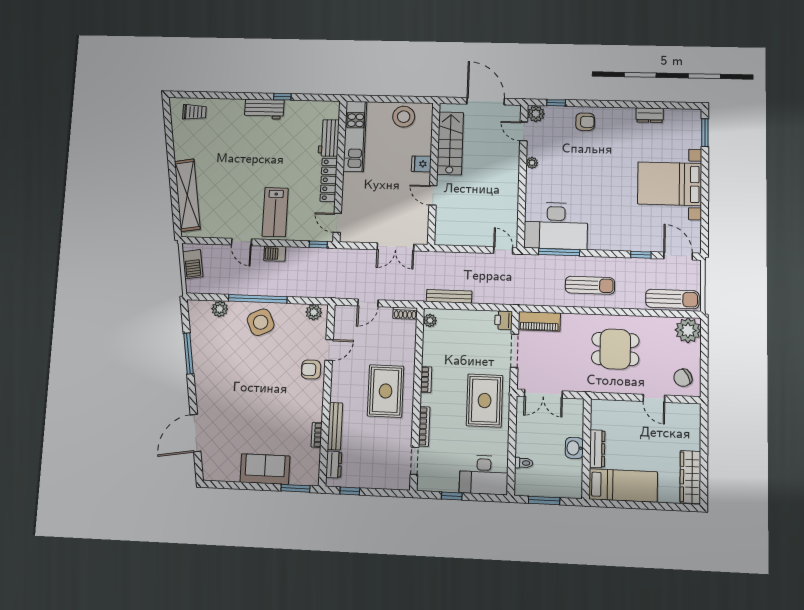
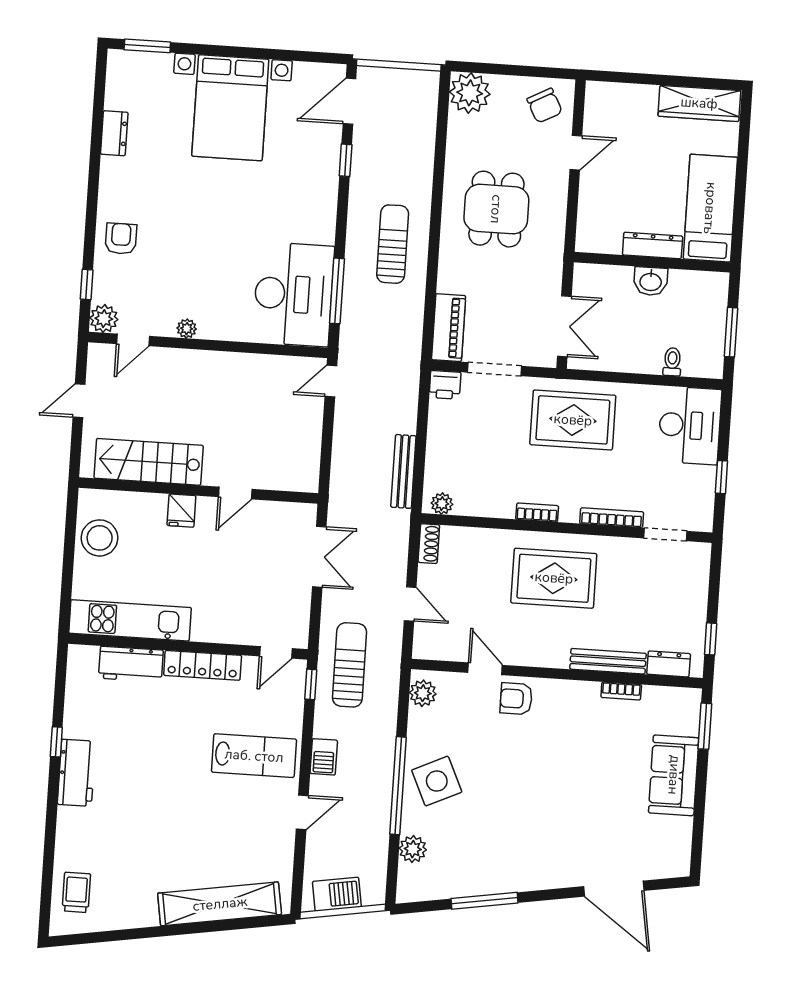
door: (486, 101) -> (79, 401), width x0.53
sun lounger: (672, 299) -> (349, 665), moved
armchair: (311, 370) -> (516, 699), turned 90

